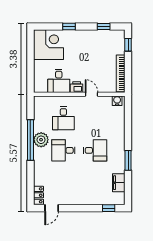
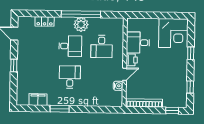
water cooler: (117, 101) -> (118, 86), moved
desk: (63, 118) -> (102, 47), turned -90
desk: (63, 150) -> (70, 46), turned 90
desk: (95, 150) -> (70, 77), turned 180
locker: (38, 195) -> (45, 21), moved
window: (109, 208) -> (14, 65), moved

